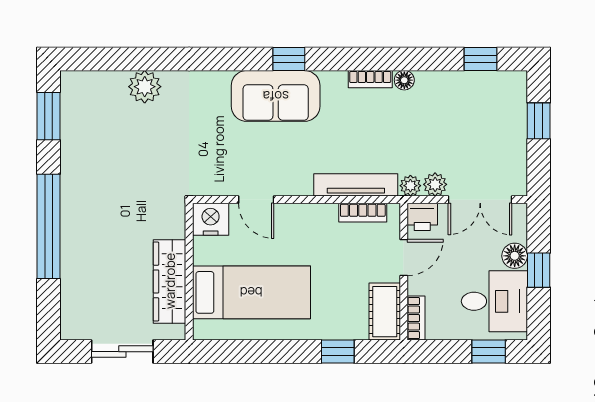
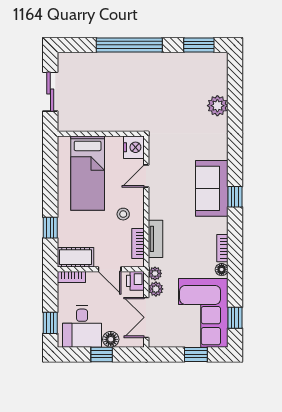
corner sofa: (473, 109) -> (203, 313), added
tv unit: (356, 185) -> (155, 239), width x0.71
stool: (316, 236) -> (123, 214), added
wardrobe: (170, 281) -> (95, 121), removed

